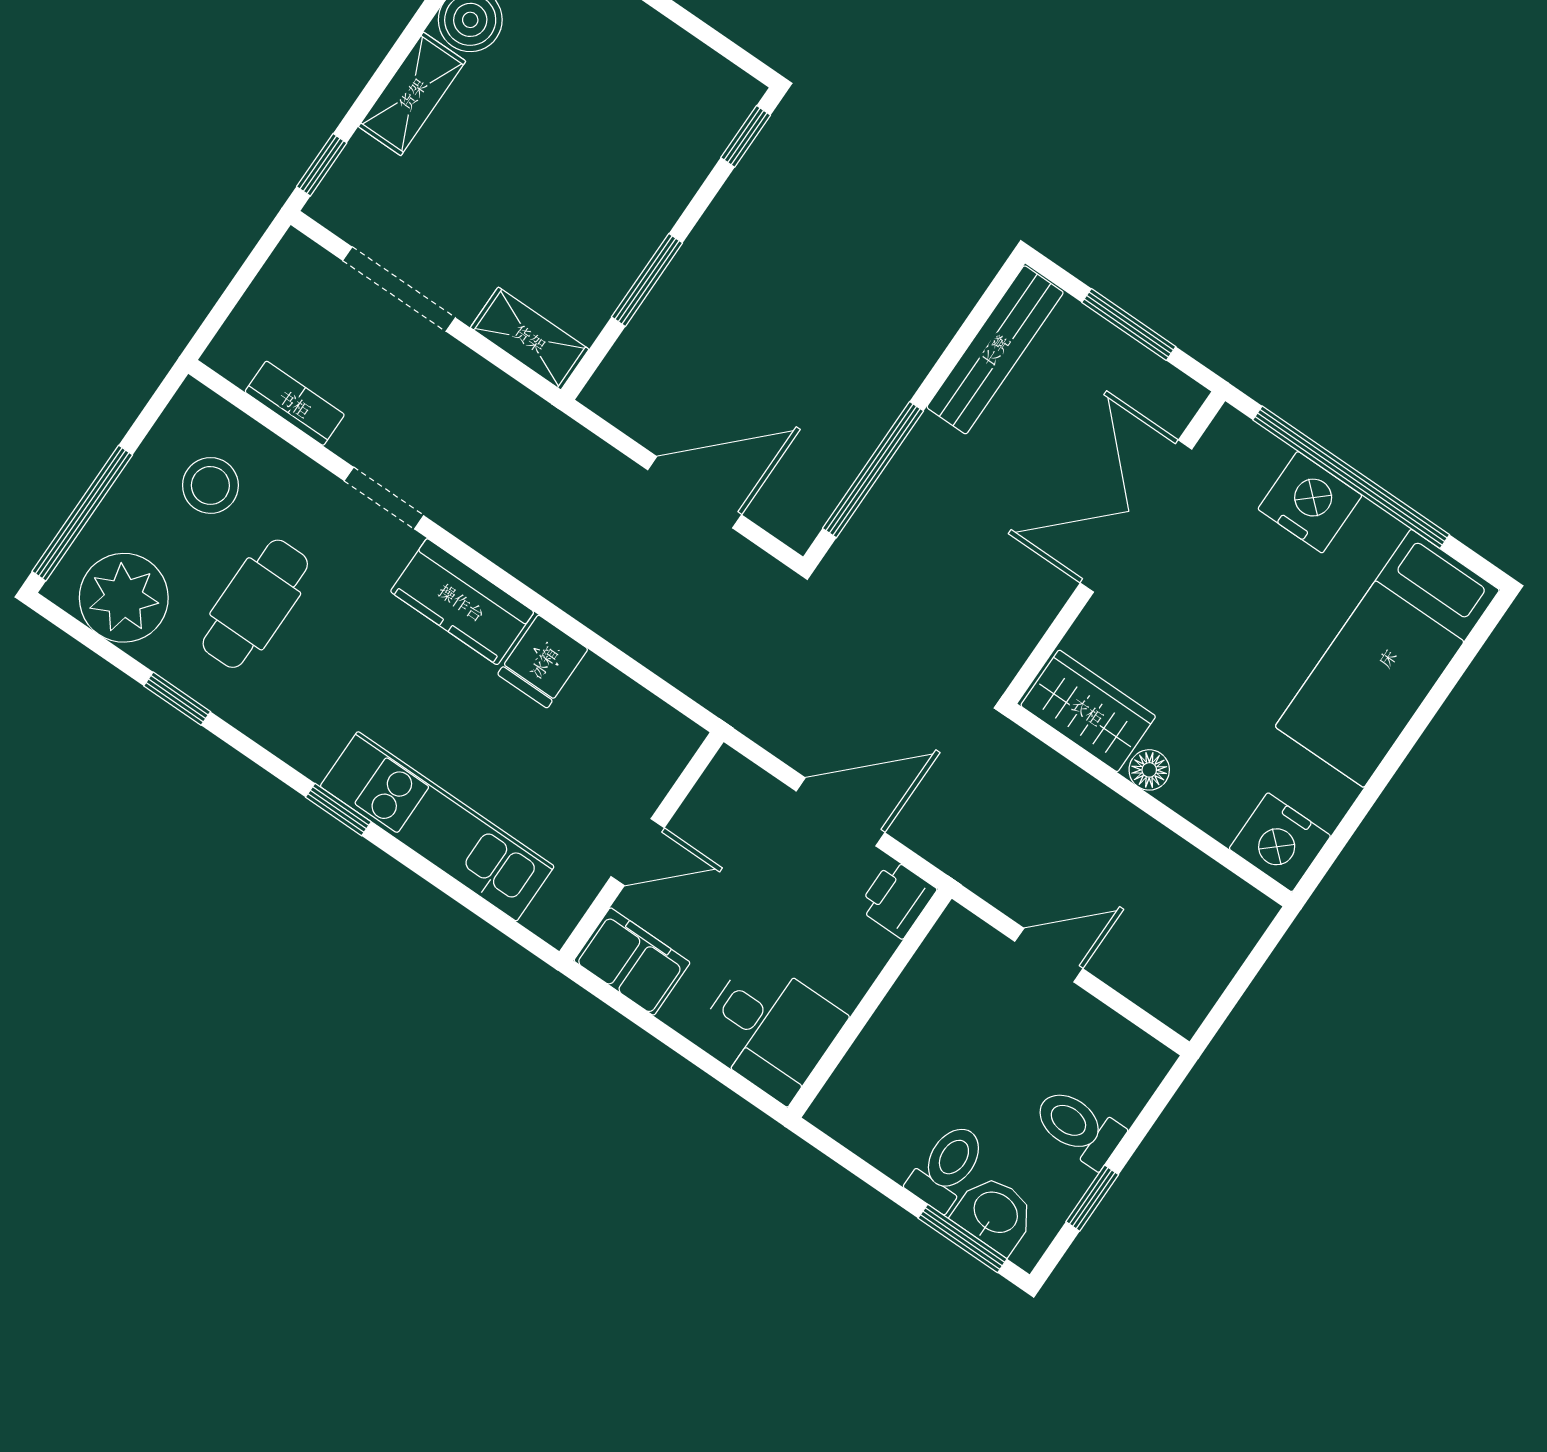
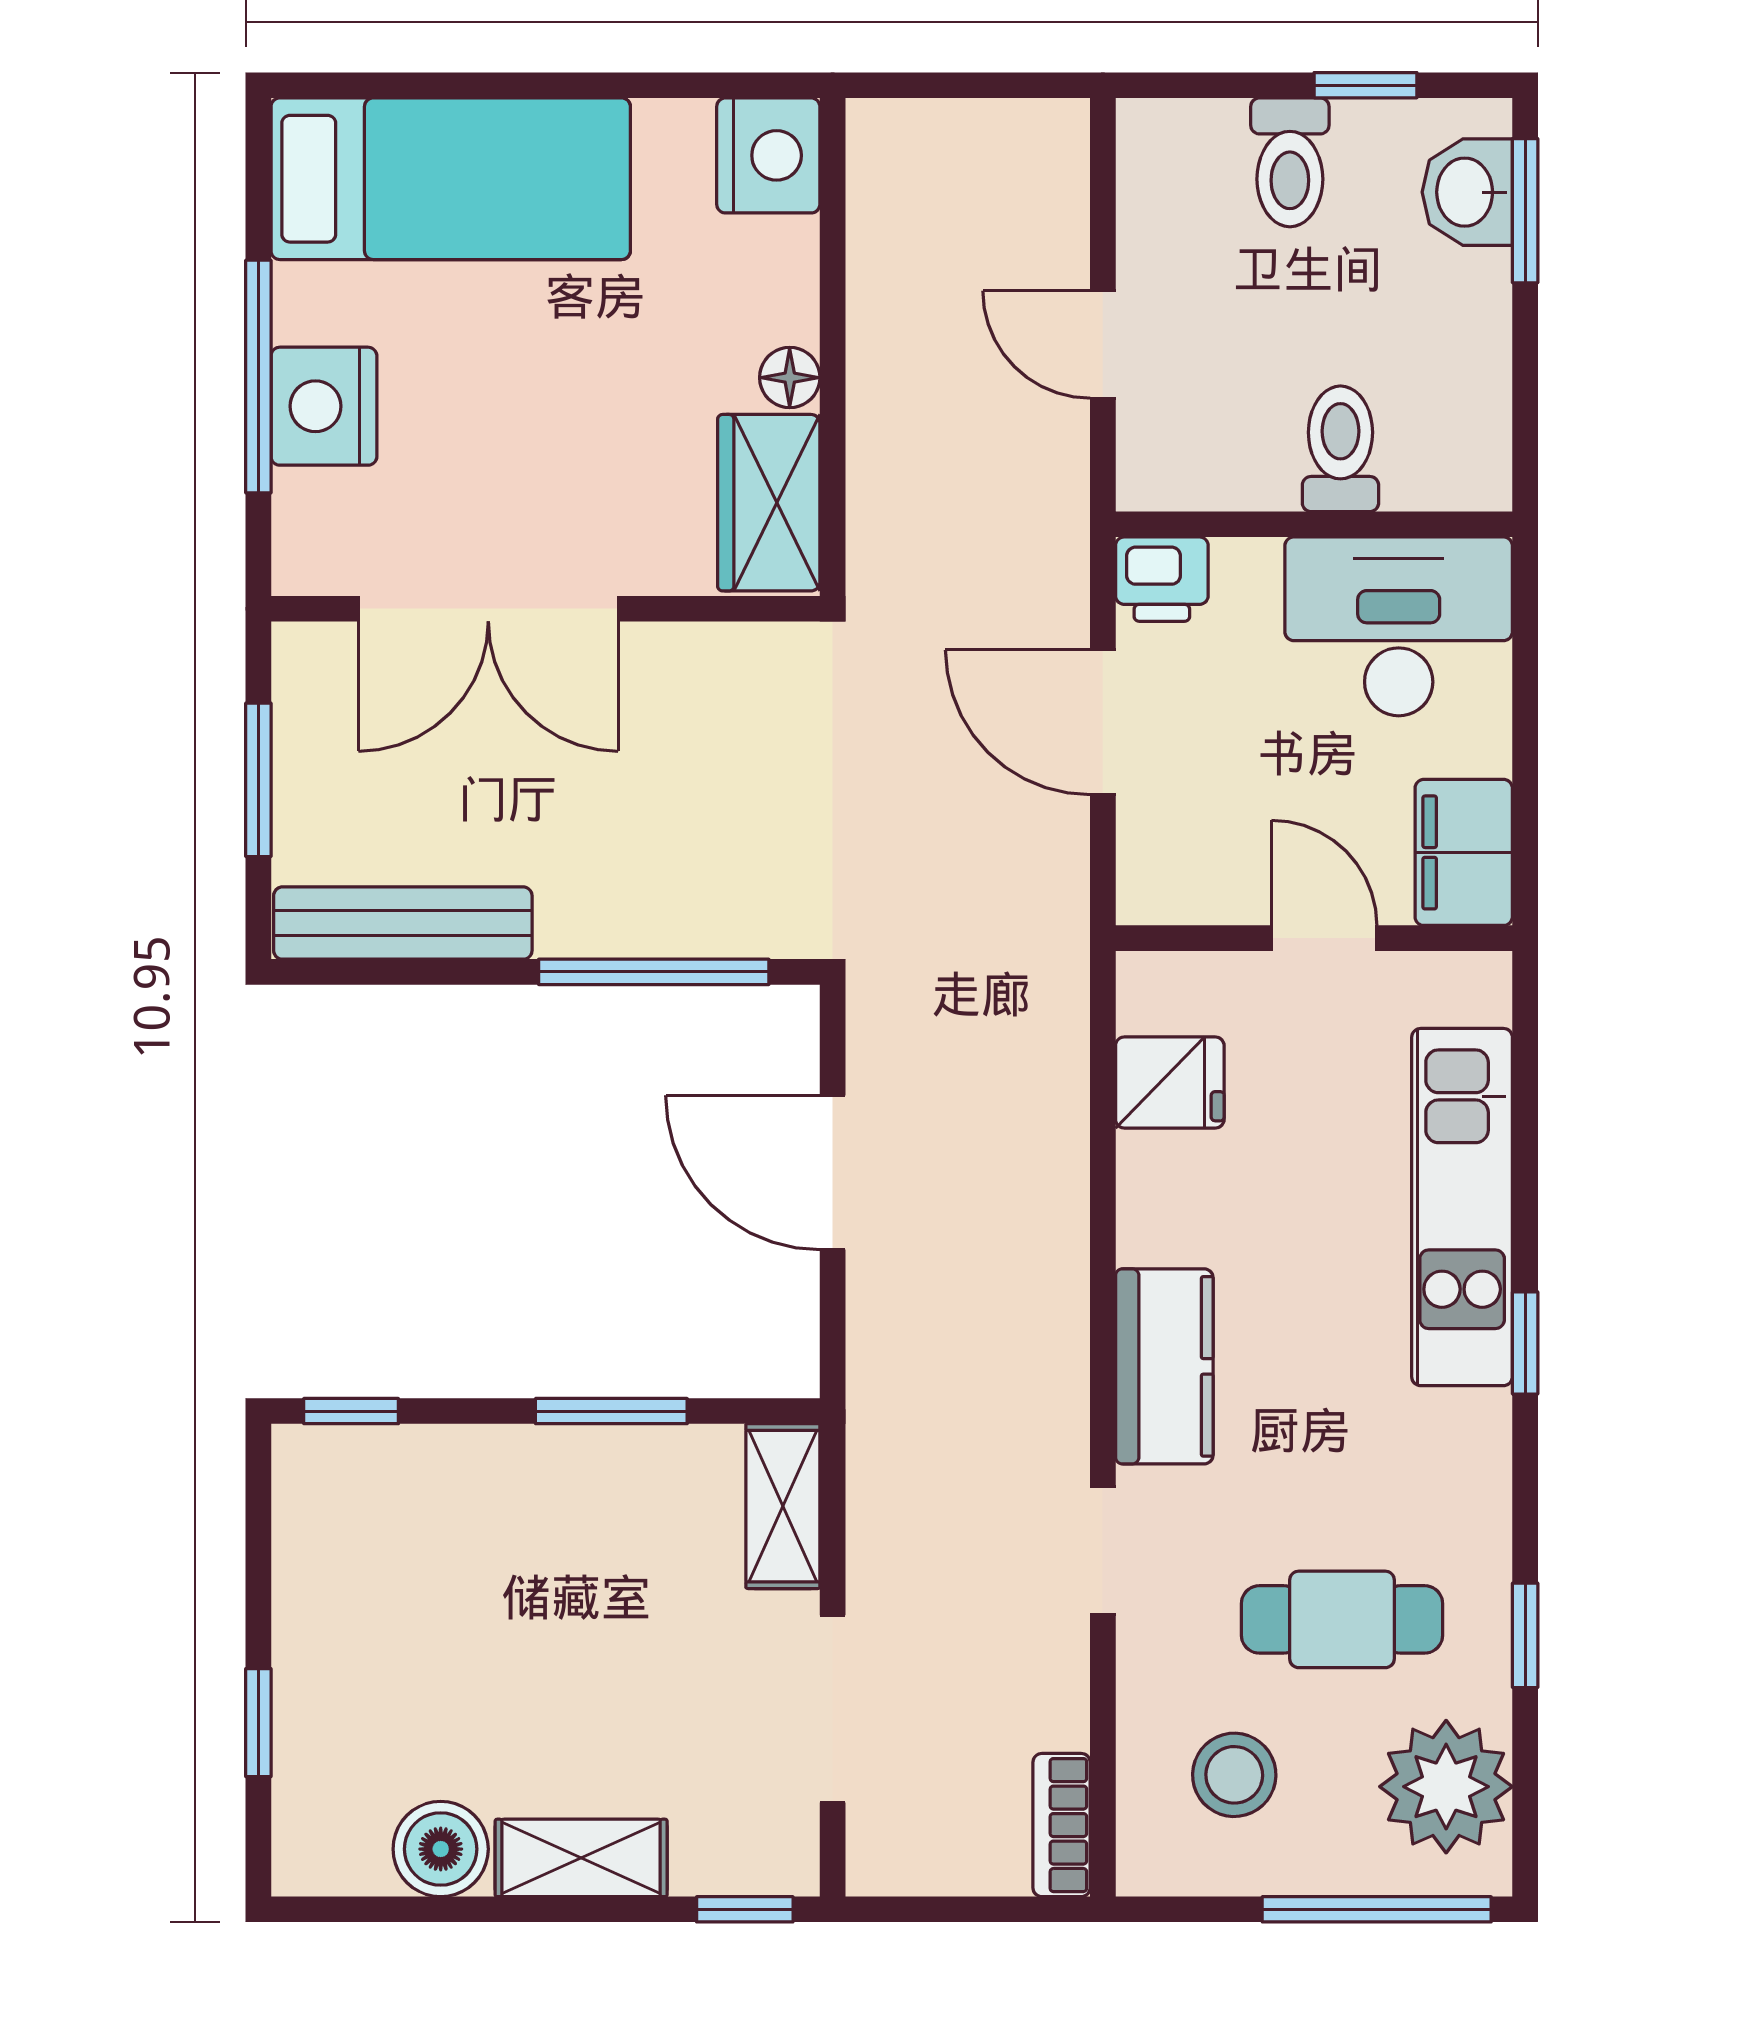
bookcase: (295, 403) -> (1062, 1825), moved
window: (1351, 477) -> (258, 377), width x0.68
fridge: (543, 662) -> (1170, 1082), moved
desk: (770, 1028) -> (1399, 626), width x1.37
toilet: (947, 1167) -> (1340, 449), moved, turned 90

